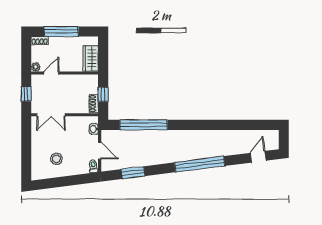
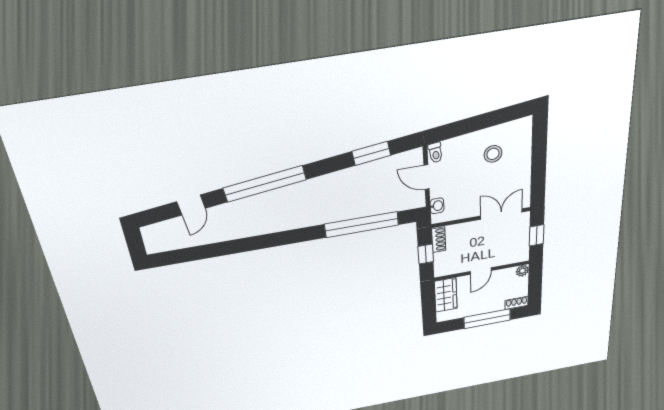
door: (51, 73) -> (481, 271), moved
door: (258, 157) -> (191, 205), moved

